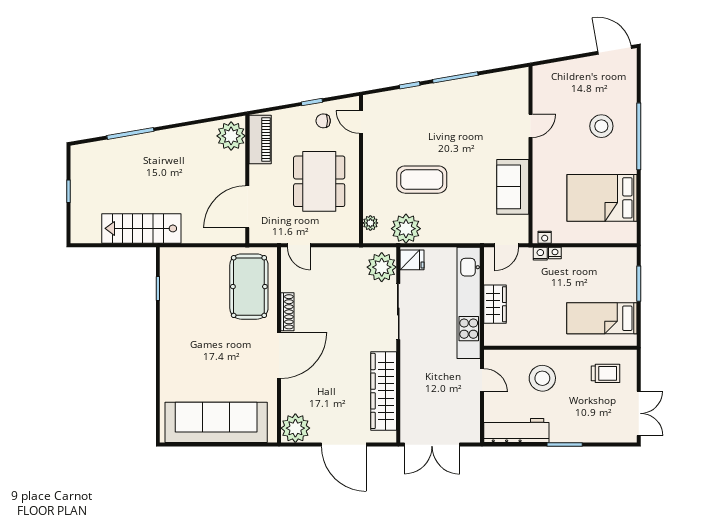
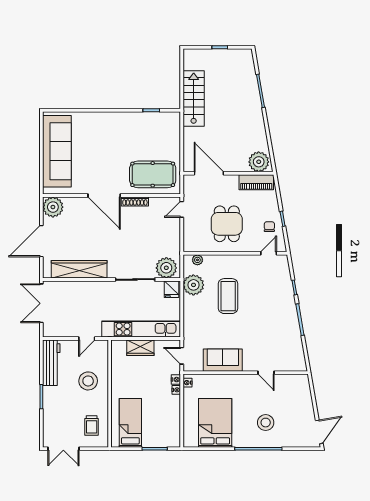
dining table: (319, 181) -> (227, 224), width x0.73

